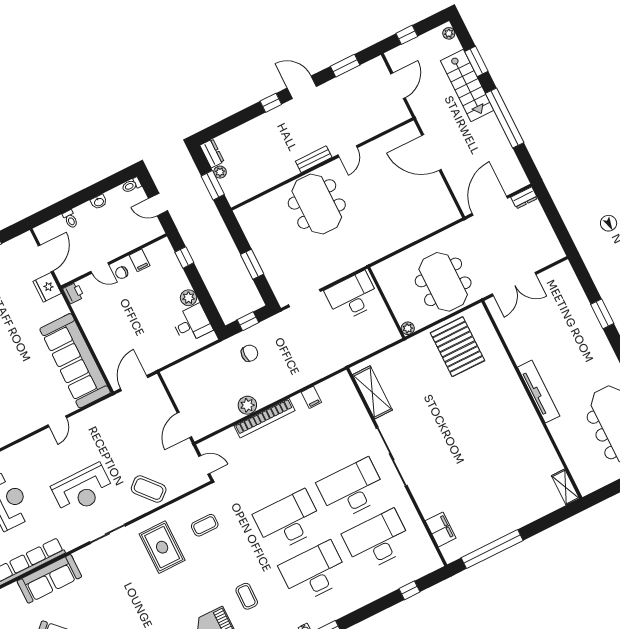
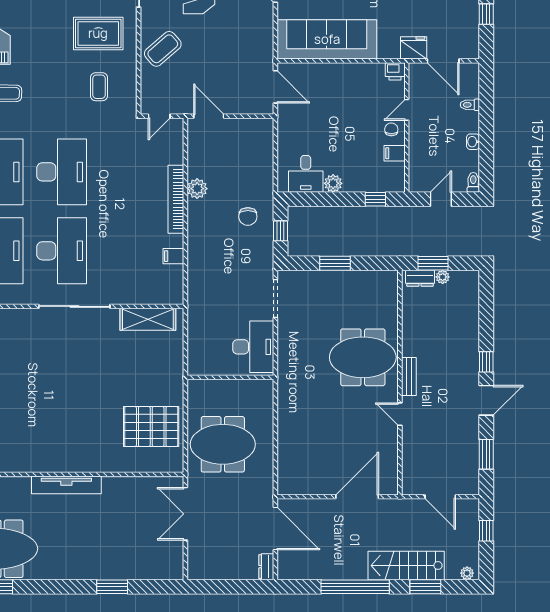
dresser: (212, 153) -> (420, 278), moved
plant: (408, 328) -> (194, 386), removed

